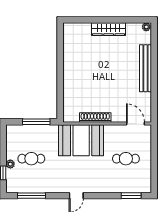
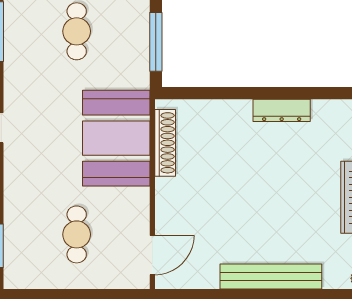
dresser: (68, 63) -> (282, 110), added
shoe rack: (95, 117) -> (165, 143), moved

